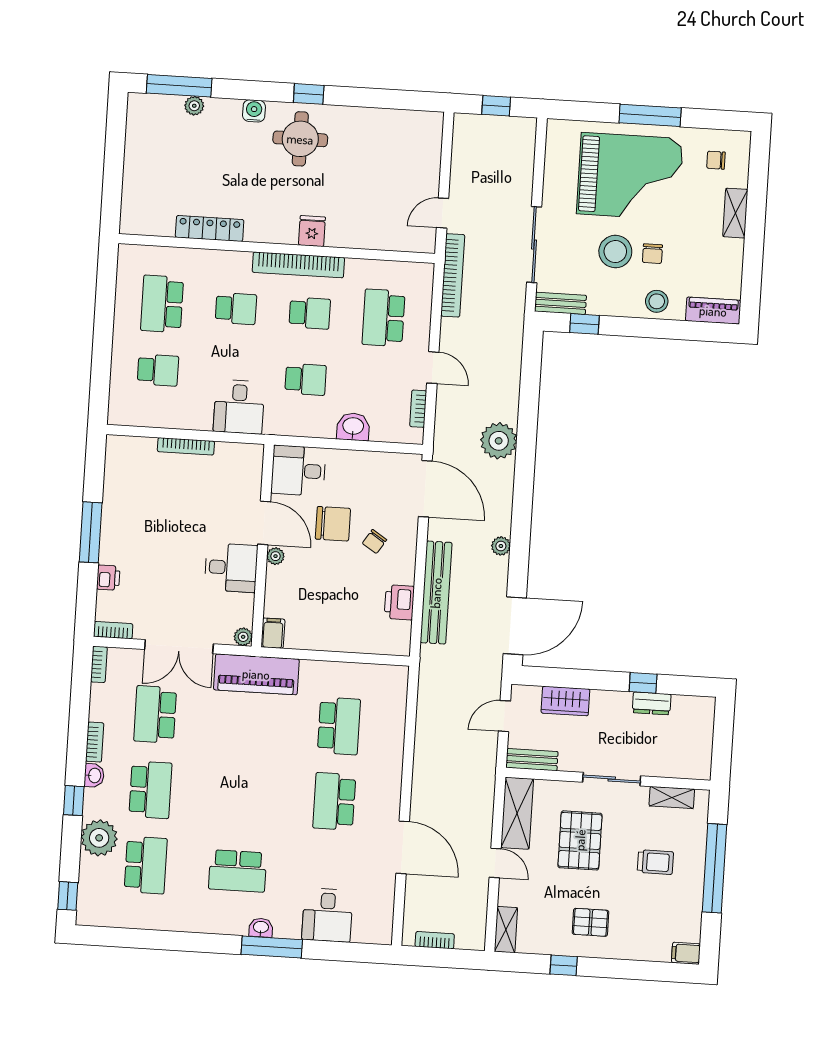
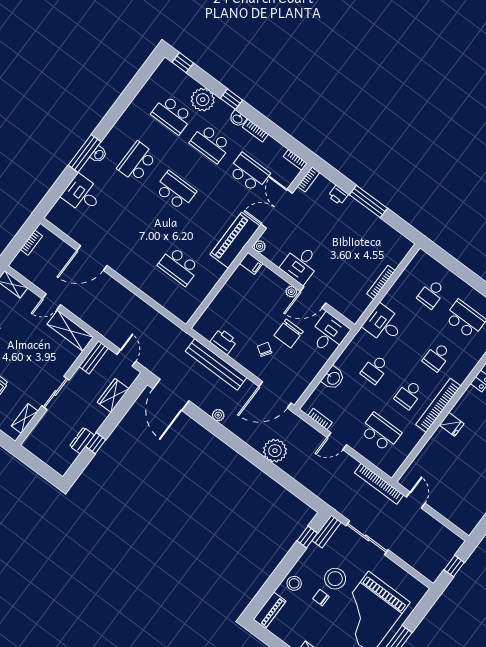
school desk: (334, 801) -> (175, 191), moved
pallet: (580, 840) -> (34, 355), removed

